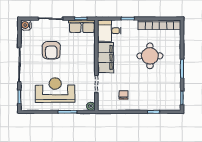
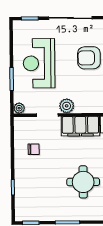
plant: (89, 68) -> (67, 106), added
reception desk: (55, 90) -> (39, 63), turned 180

